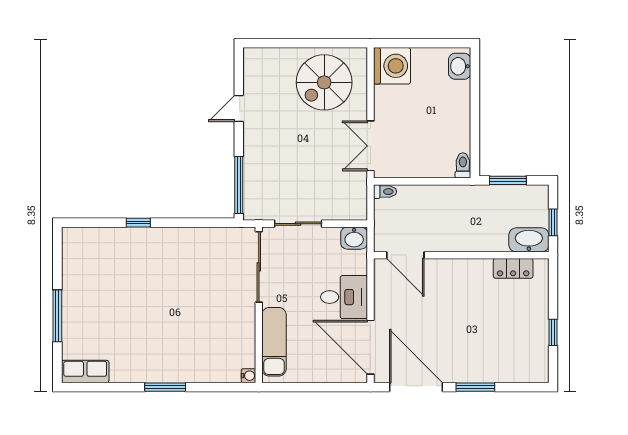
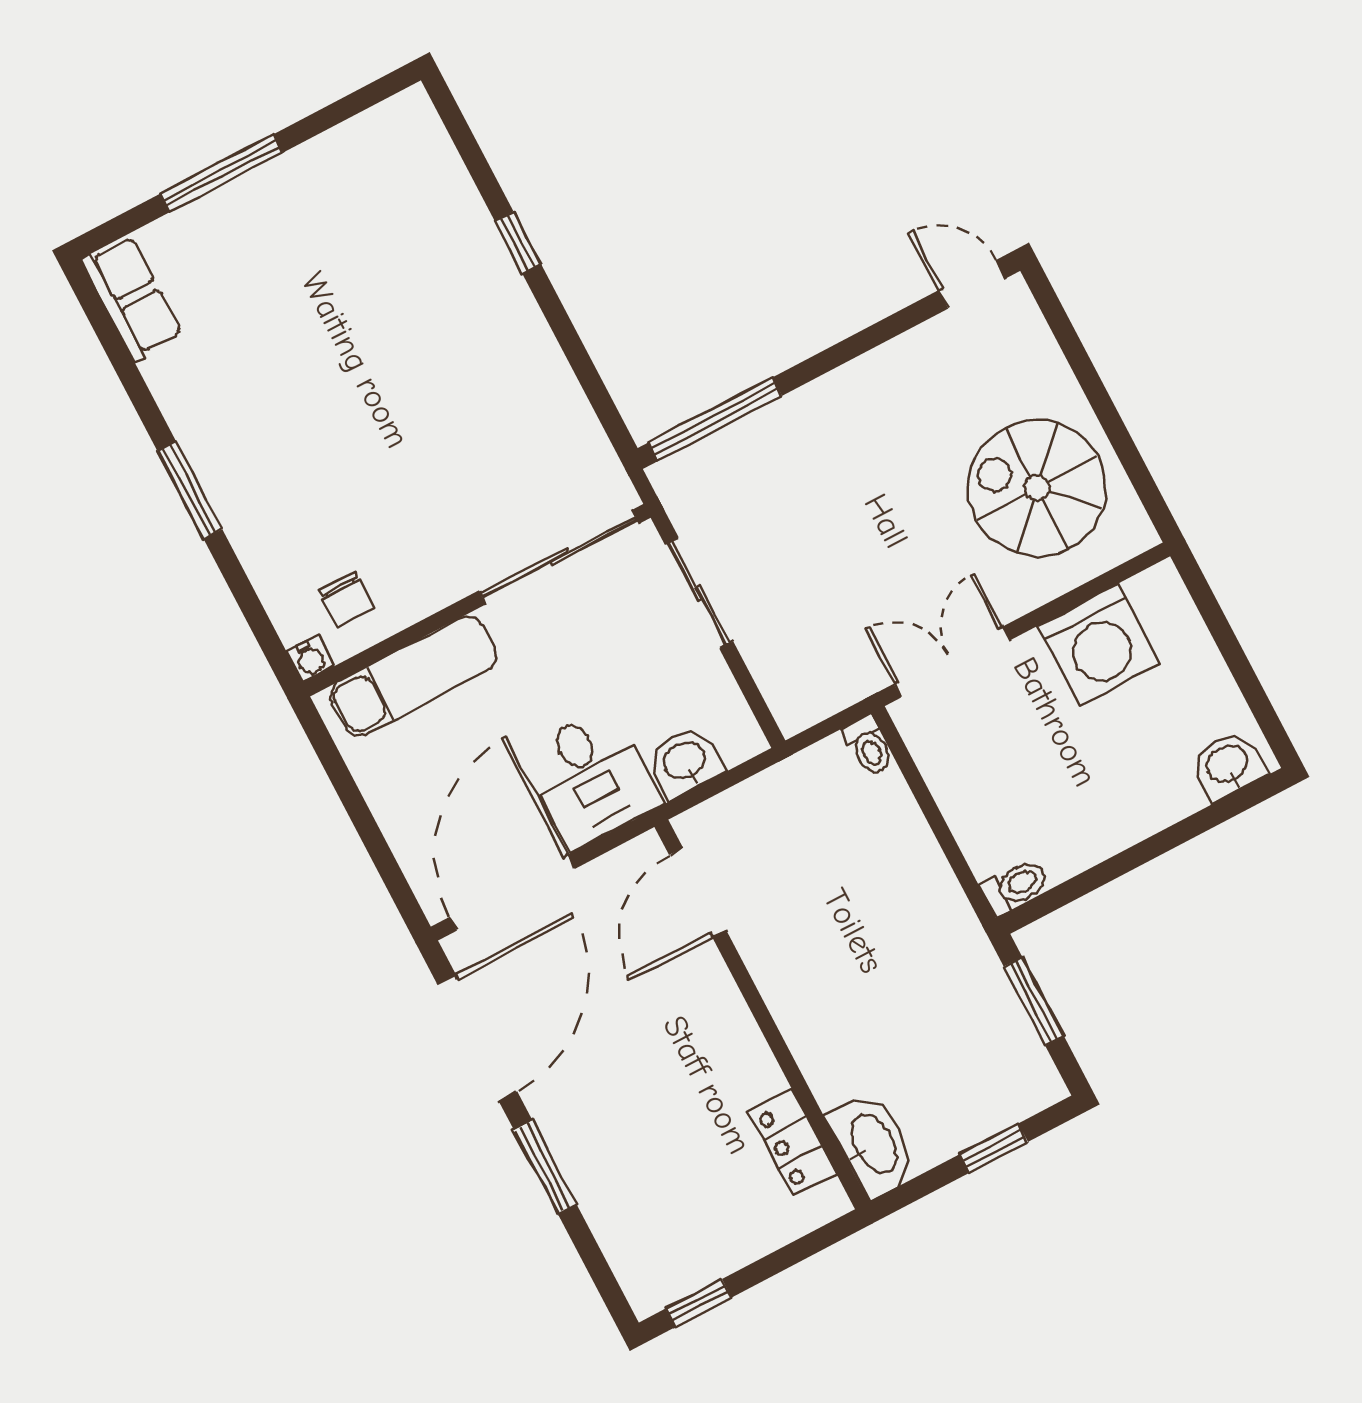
washing machine: (392, 66) -> (1099, 645), moved
door: (239, 109) -> (972, 284), moved
washbasin: (354, 238) -> (685, 762), moved, turned 90
washbasin: (529, 240) -> (873, 1145), moved
door: (405, 255) -> (698, 892), moved
wall: (461, 255) -> (762, 1014), moved
locker: (513, 268) -> (792, 1143), moved
window: (553, 332) -> (698, 1303), moved
chair: (234, 351) -> (346, 599), added

